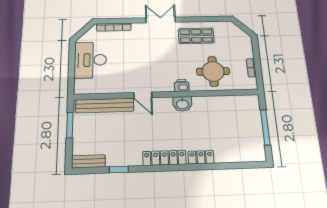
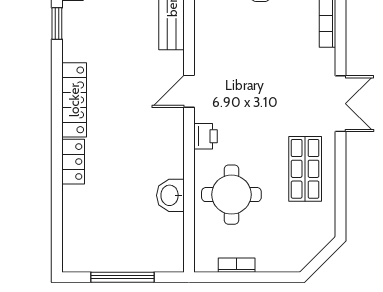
door: (143, 95) -> (189, 91), moved
washbasin: (182, 104) -> (170, 195), moved

